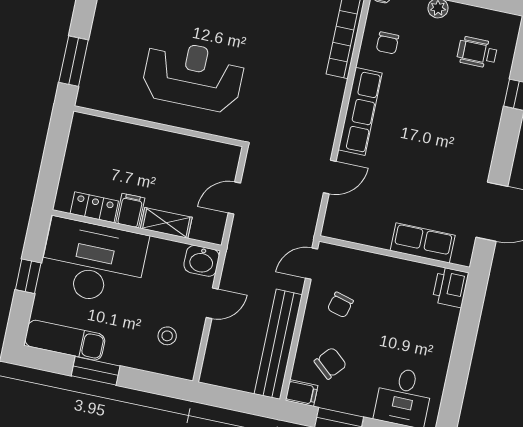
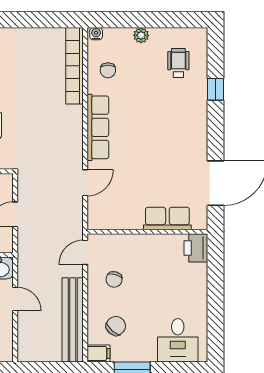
wheelchair: (477, 52) -> (178, 63), turned 90
door: (212, 303) -> (15, 299), hinge flipped

